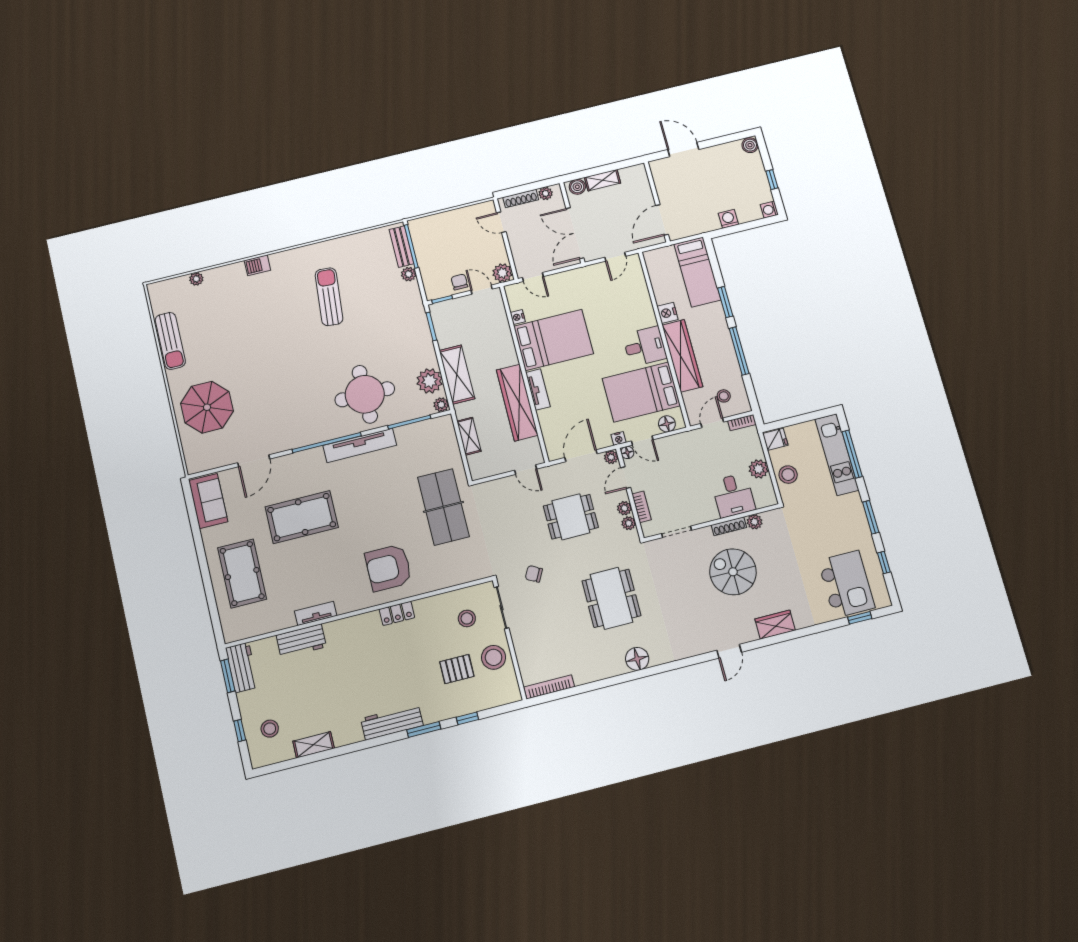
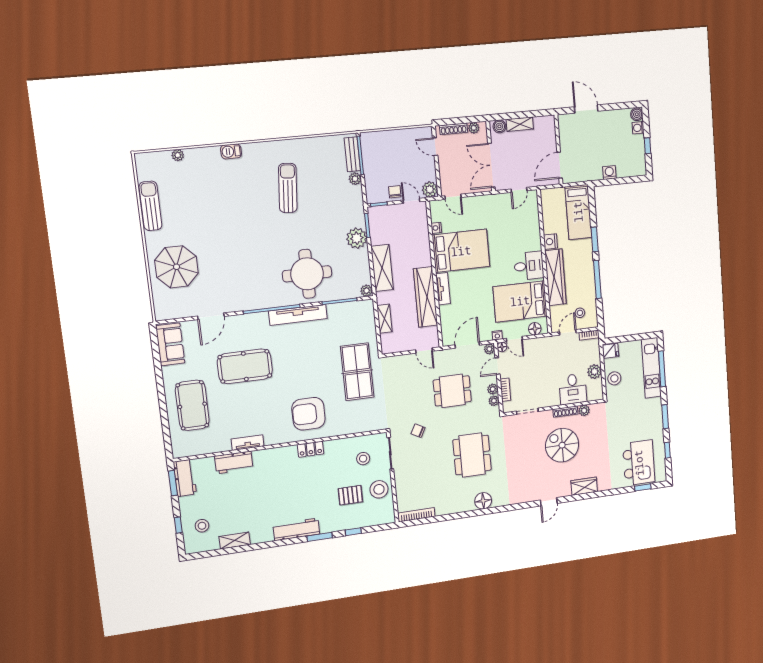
washing machine: (769, 210) -> (638, 128), moved
sun lounger: (170, 341) -> (150, 206), turned 180
plant: (430, 381) -> (357, 238), moved

